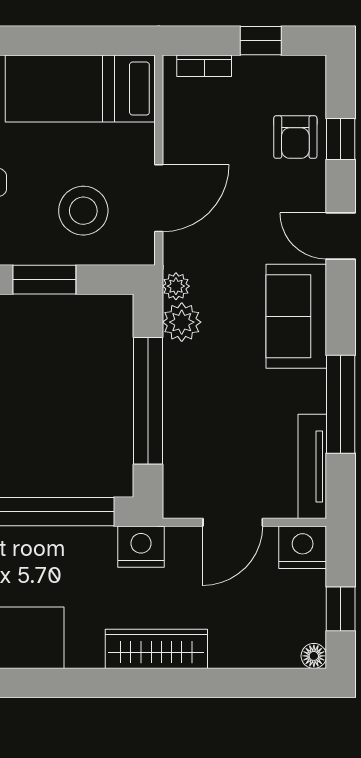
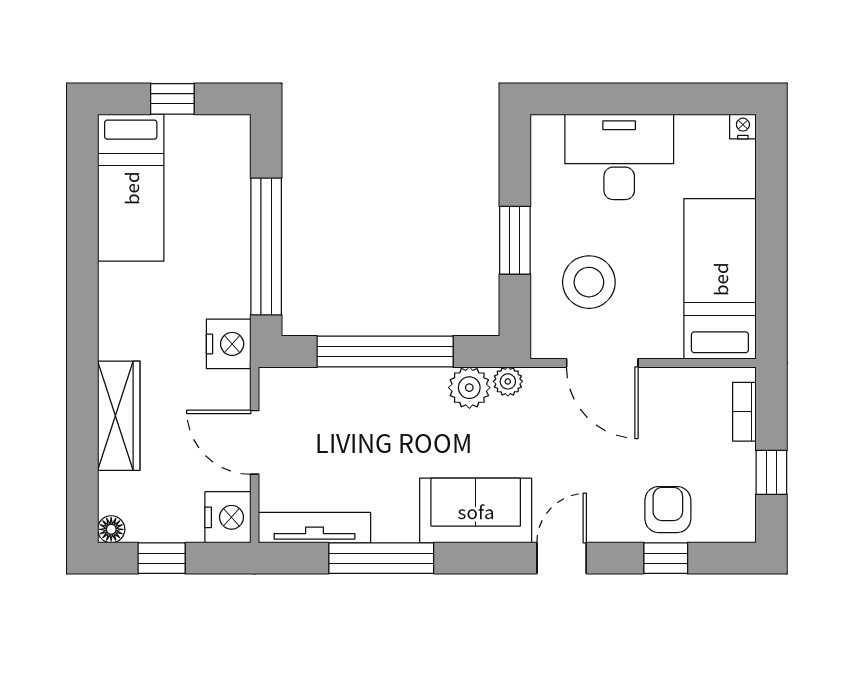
armchair: (295, 137) -> (668, 510), turned 90
wardrobe: (156, 649) -> (119, 416), moved

